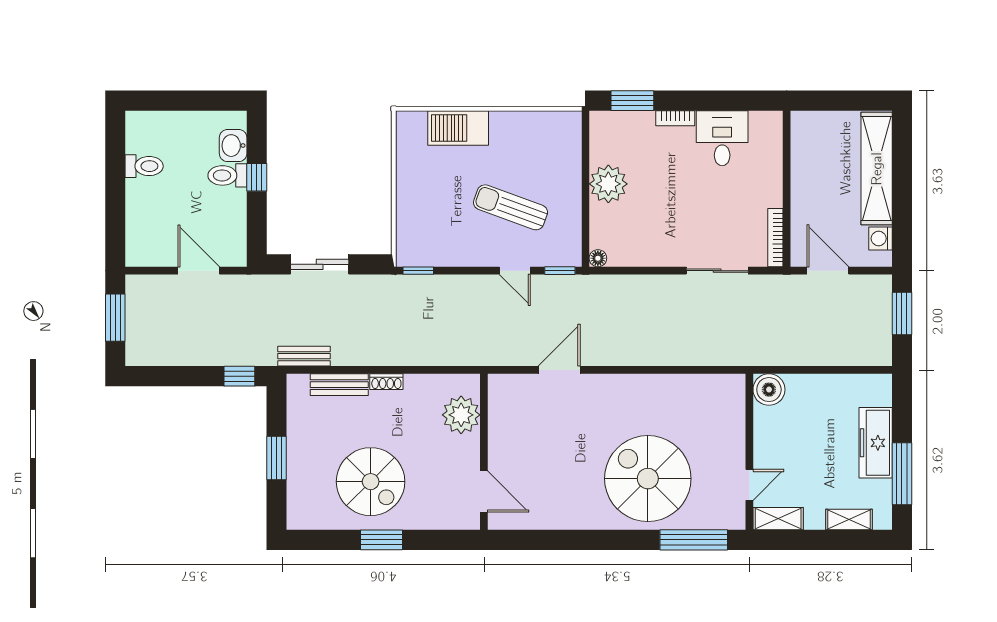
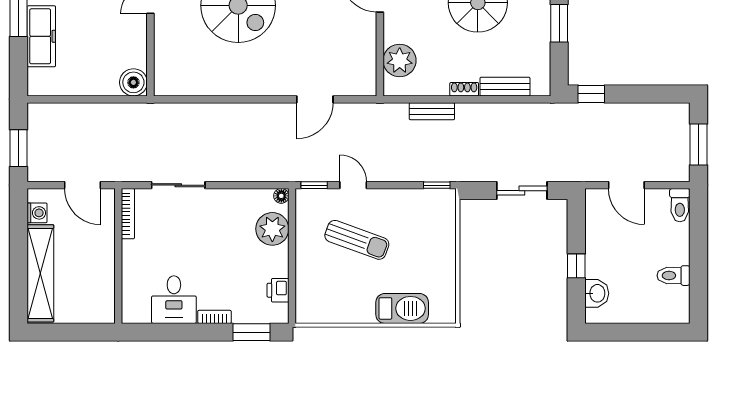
printer: (602, 149) -> (278, 290), added
toilet: (227, 175) -> (680, 205), moved, turned 90
plant: (608, 184) -> (272, 229), moved
bench: (304, 356) -> (432, 111), moved

